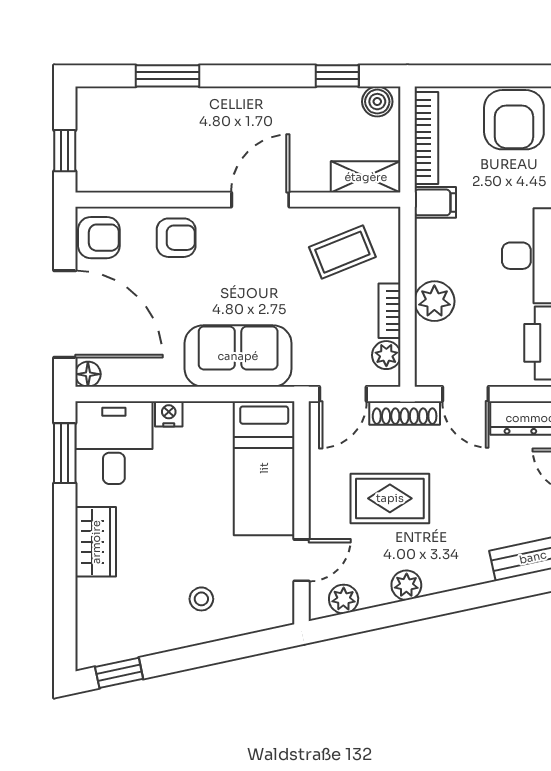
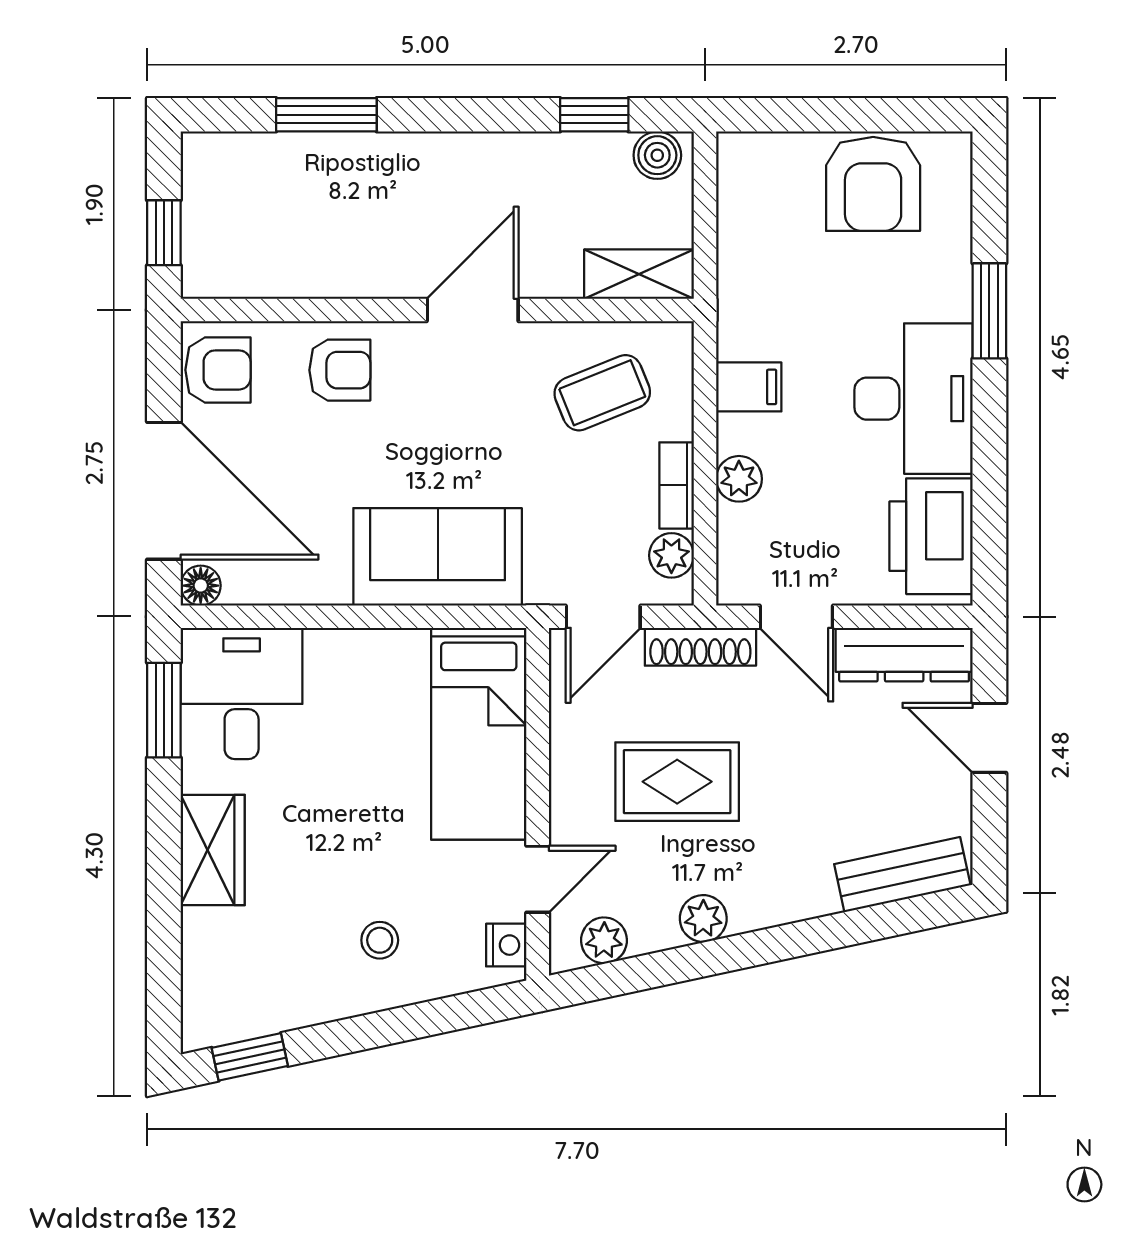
bookcase: (426, 138) -> (735, 213), removed
filing cabinet: (435, 202) -> (749, 387), moved
plant: (434, 301) -> (739, 479), width x0.73, depth x0.73
nightstand: (169, 414) -> (506, 945), moved, turned 90

